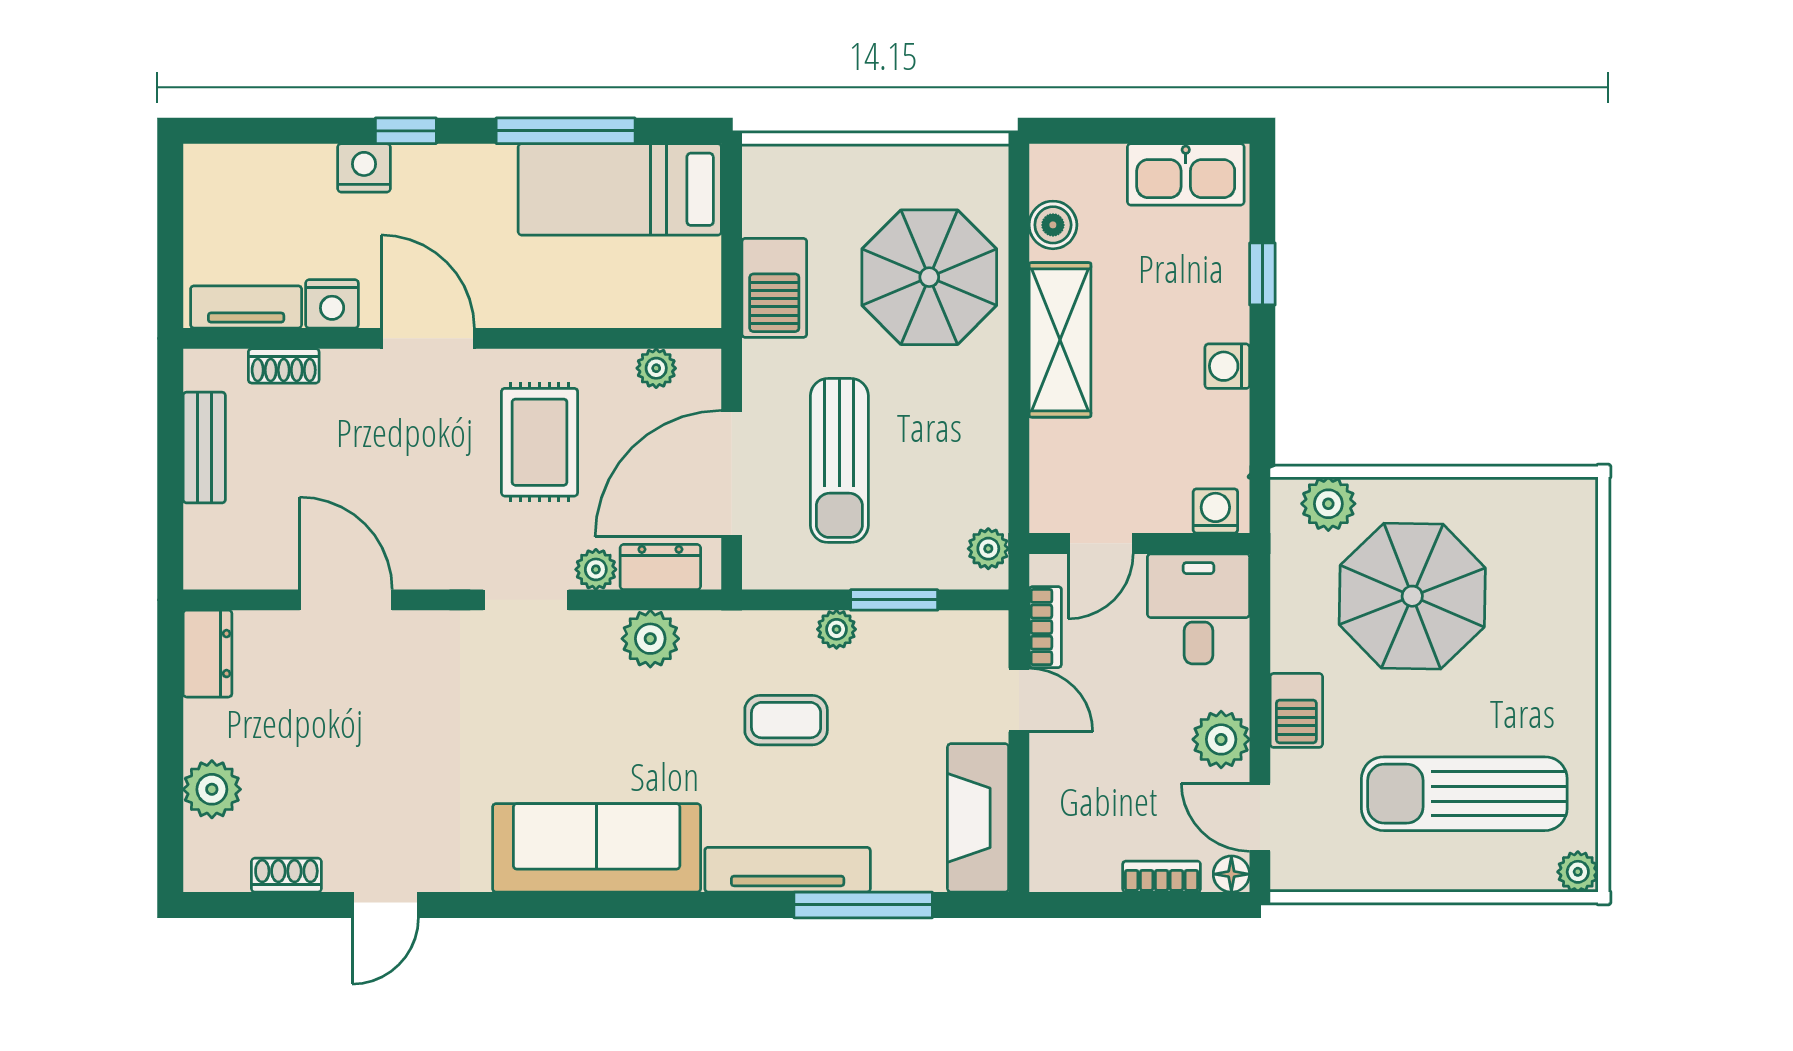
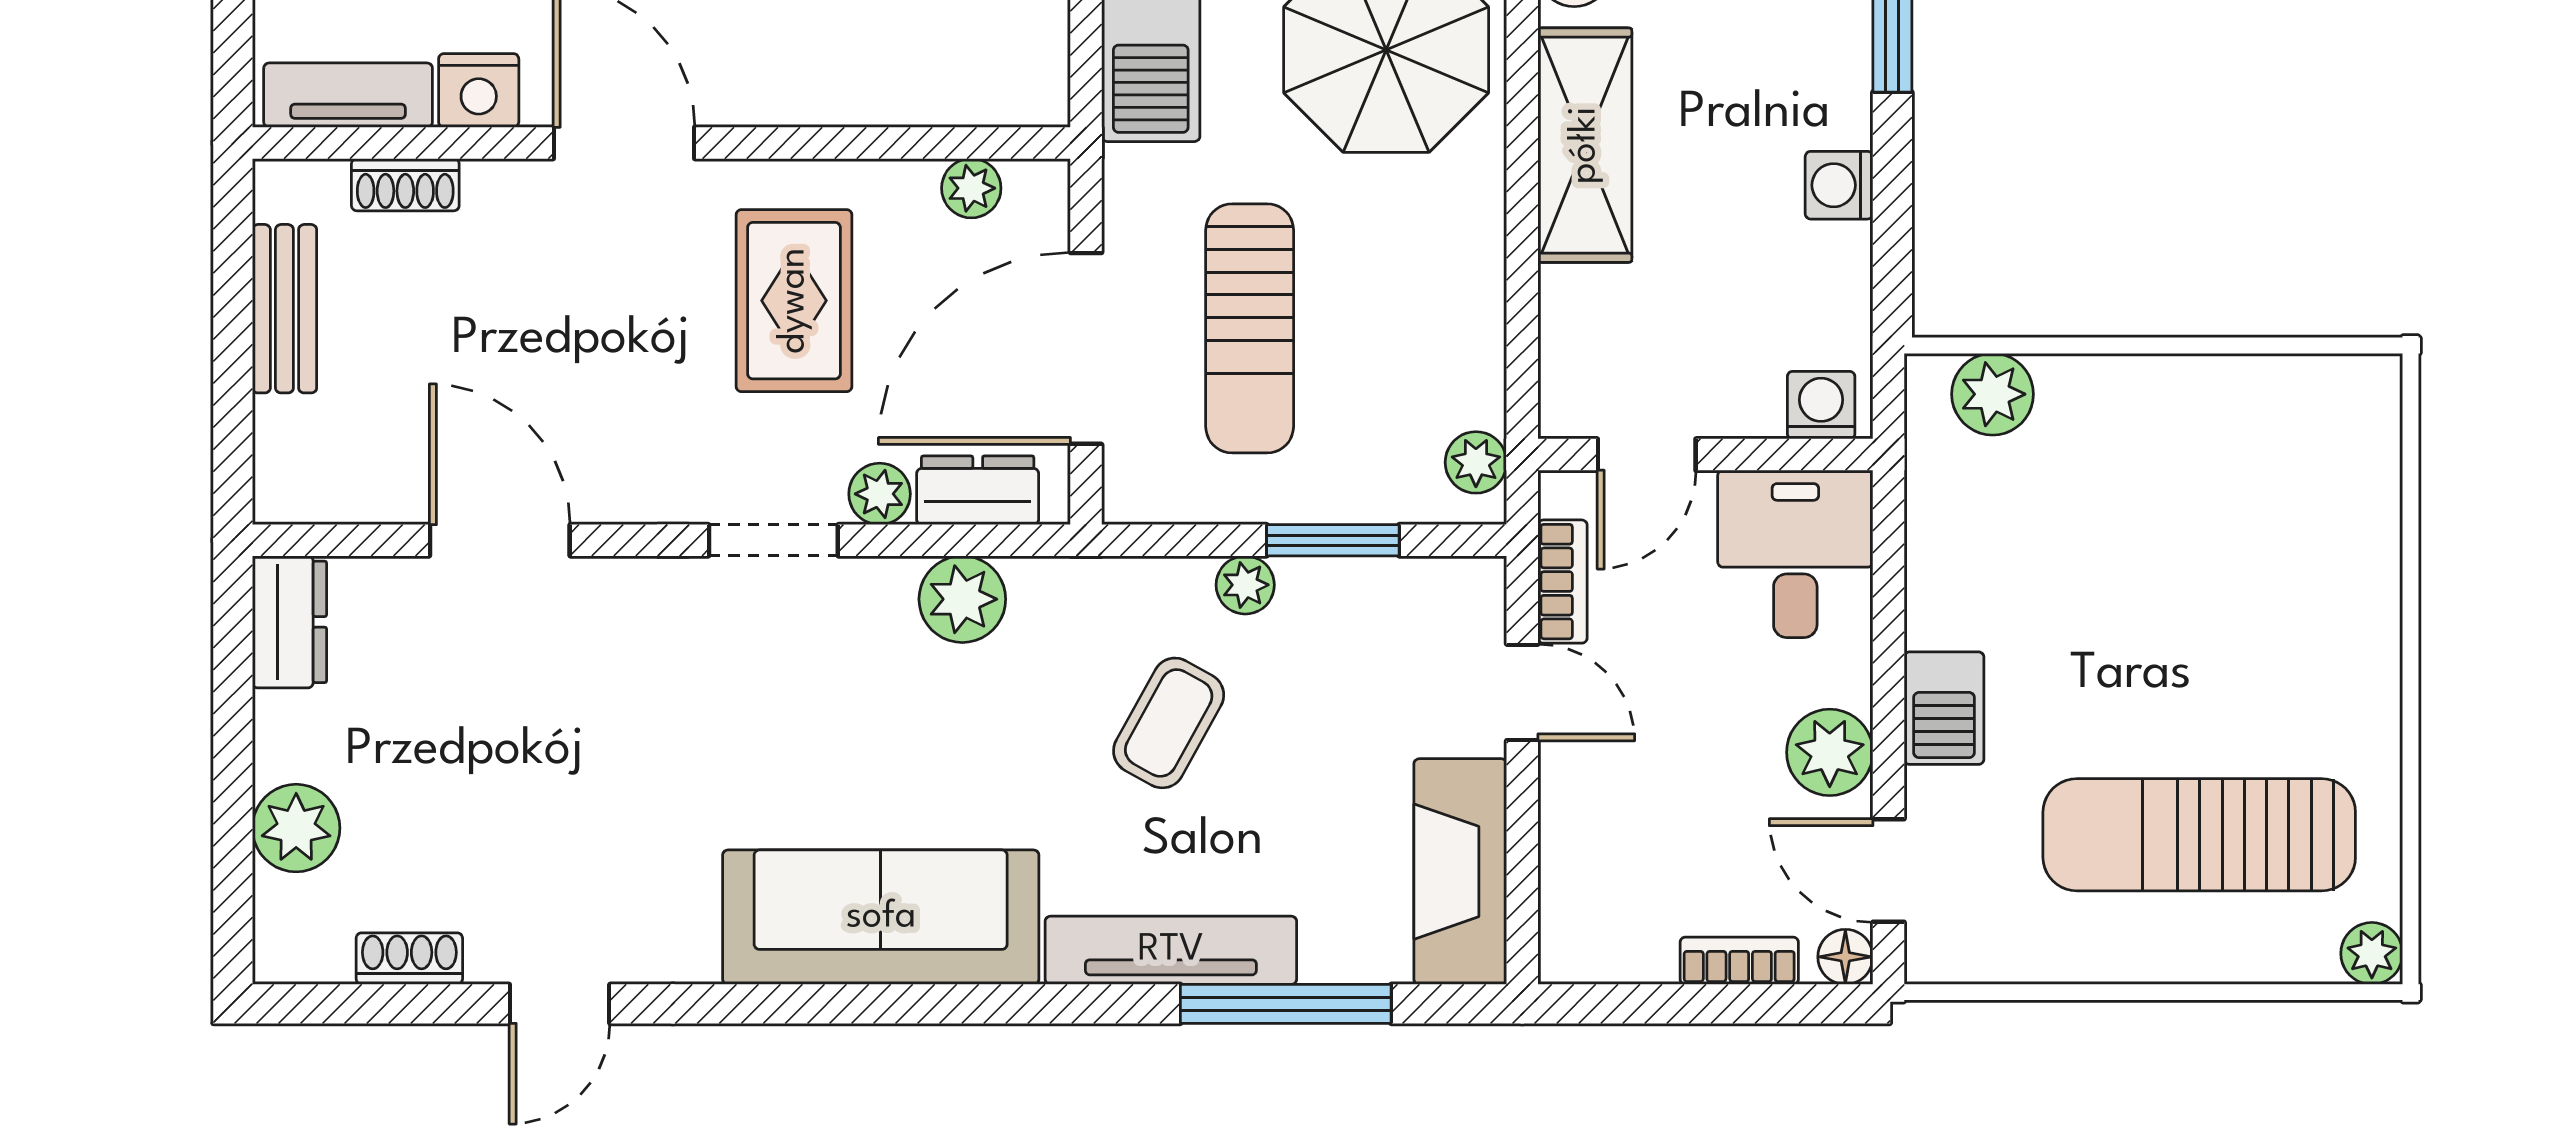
parasol: (1412, 596) -> (2120, 535), removed
coffee table: (786, 720) -> (1169, 723), turned -61

